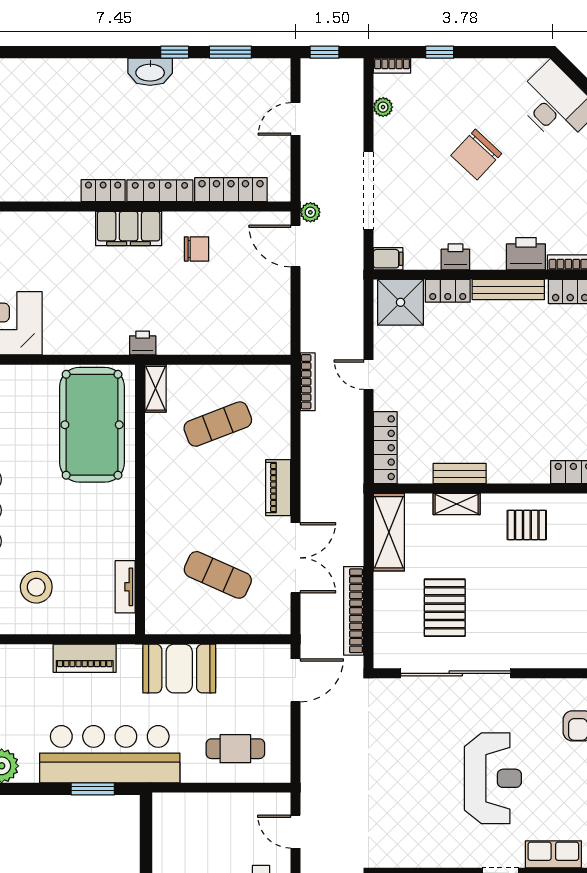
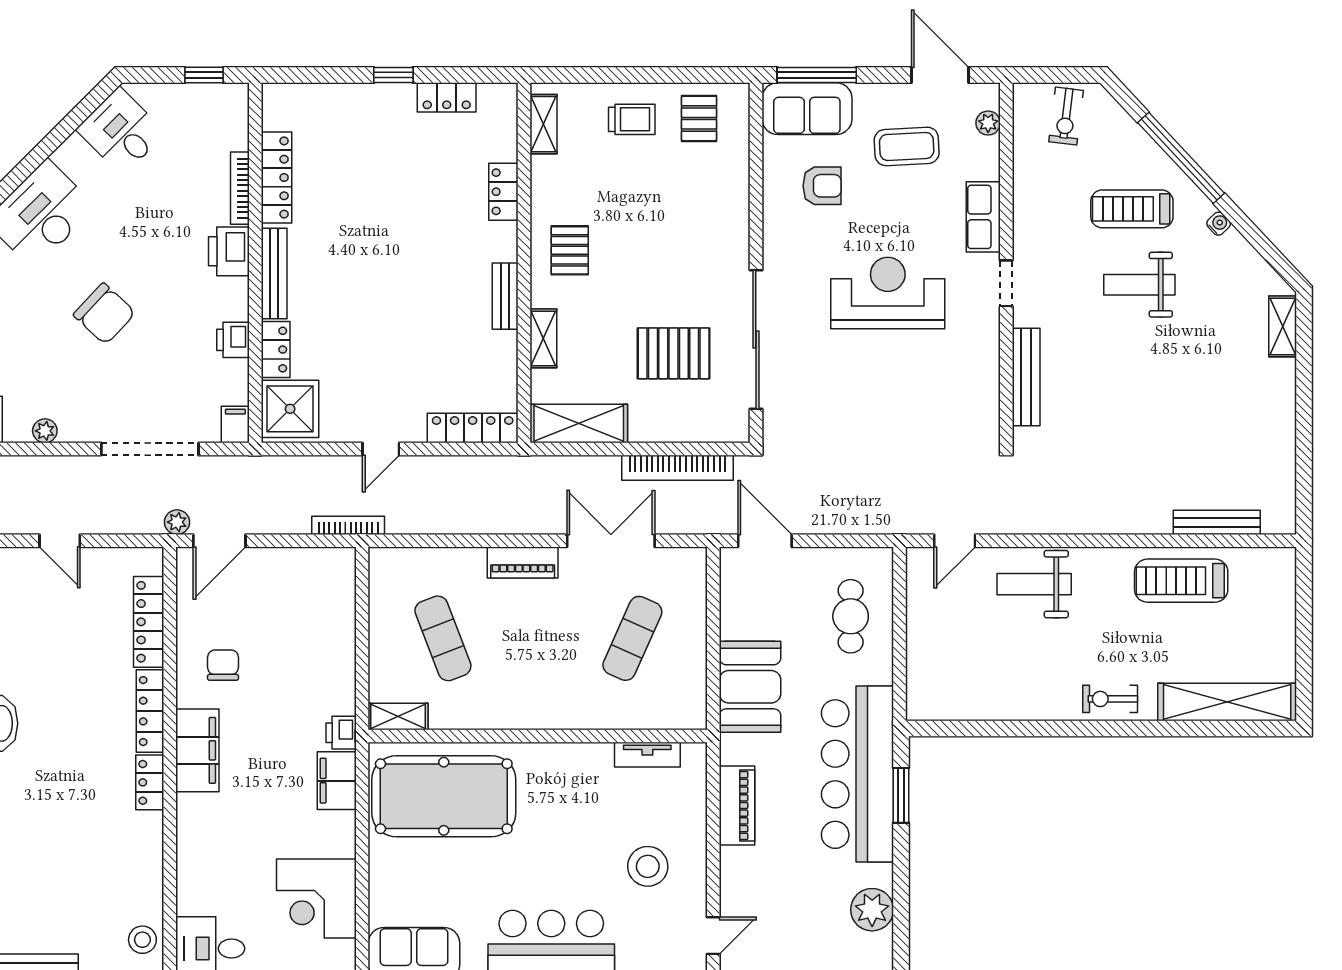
filing cabinet: (105, 339) -> (337, 781), added
bookcase: (308, 382) -> (348, 525), moved
bench: (460, 474) -> (505, 296), moved

